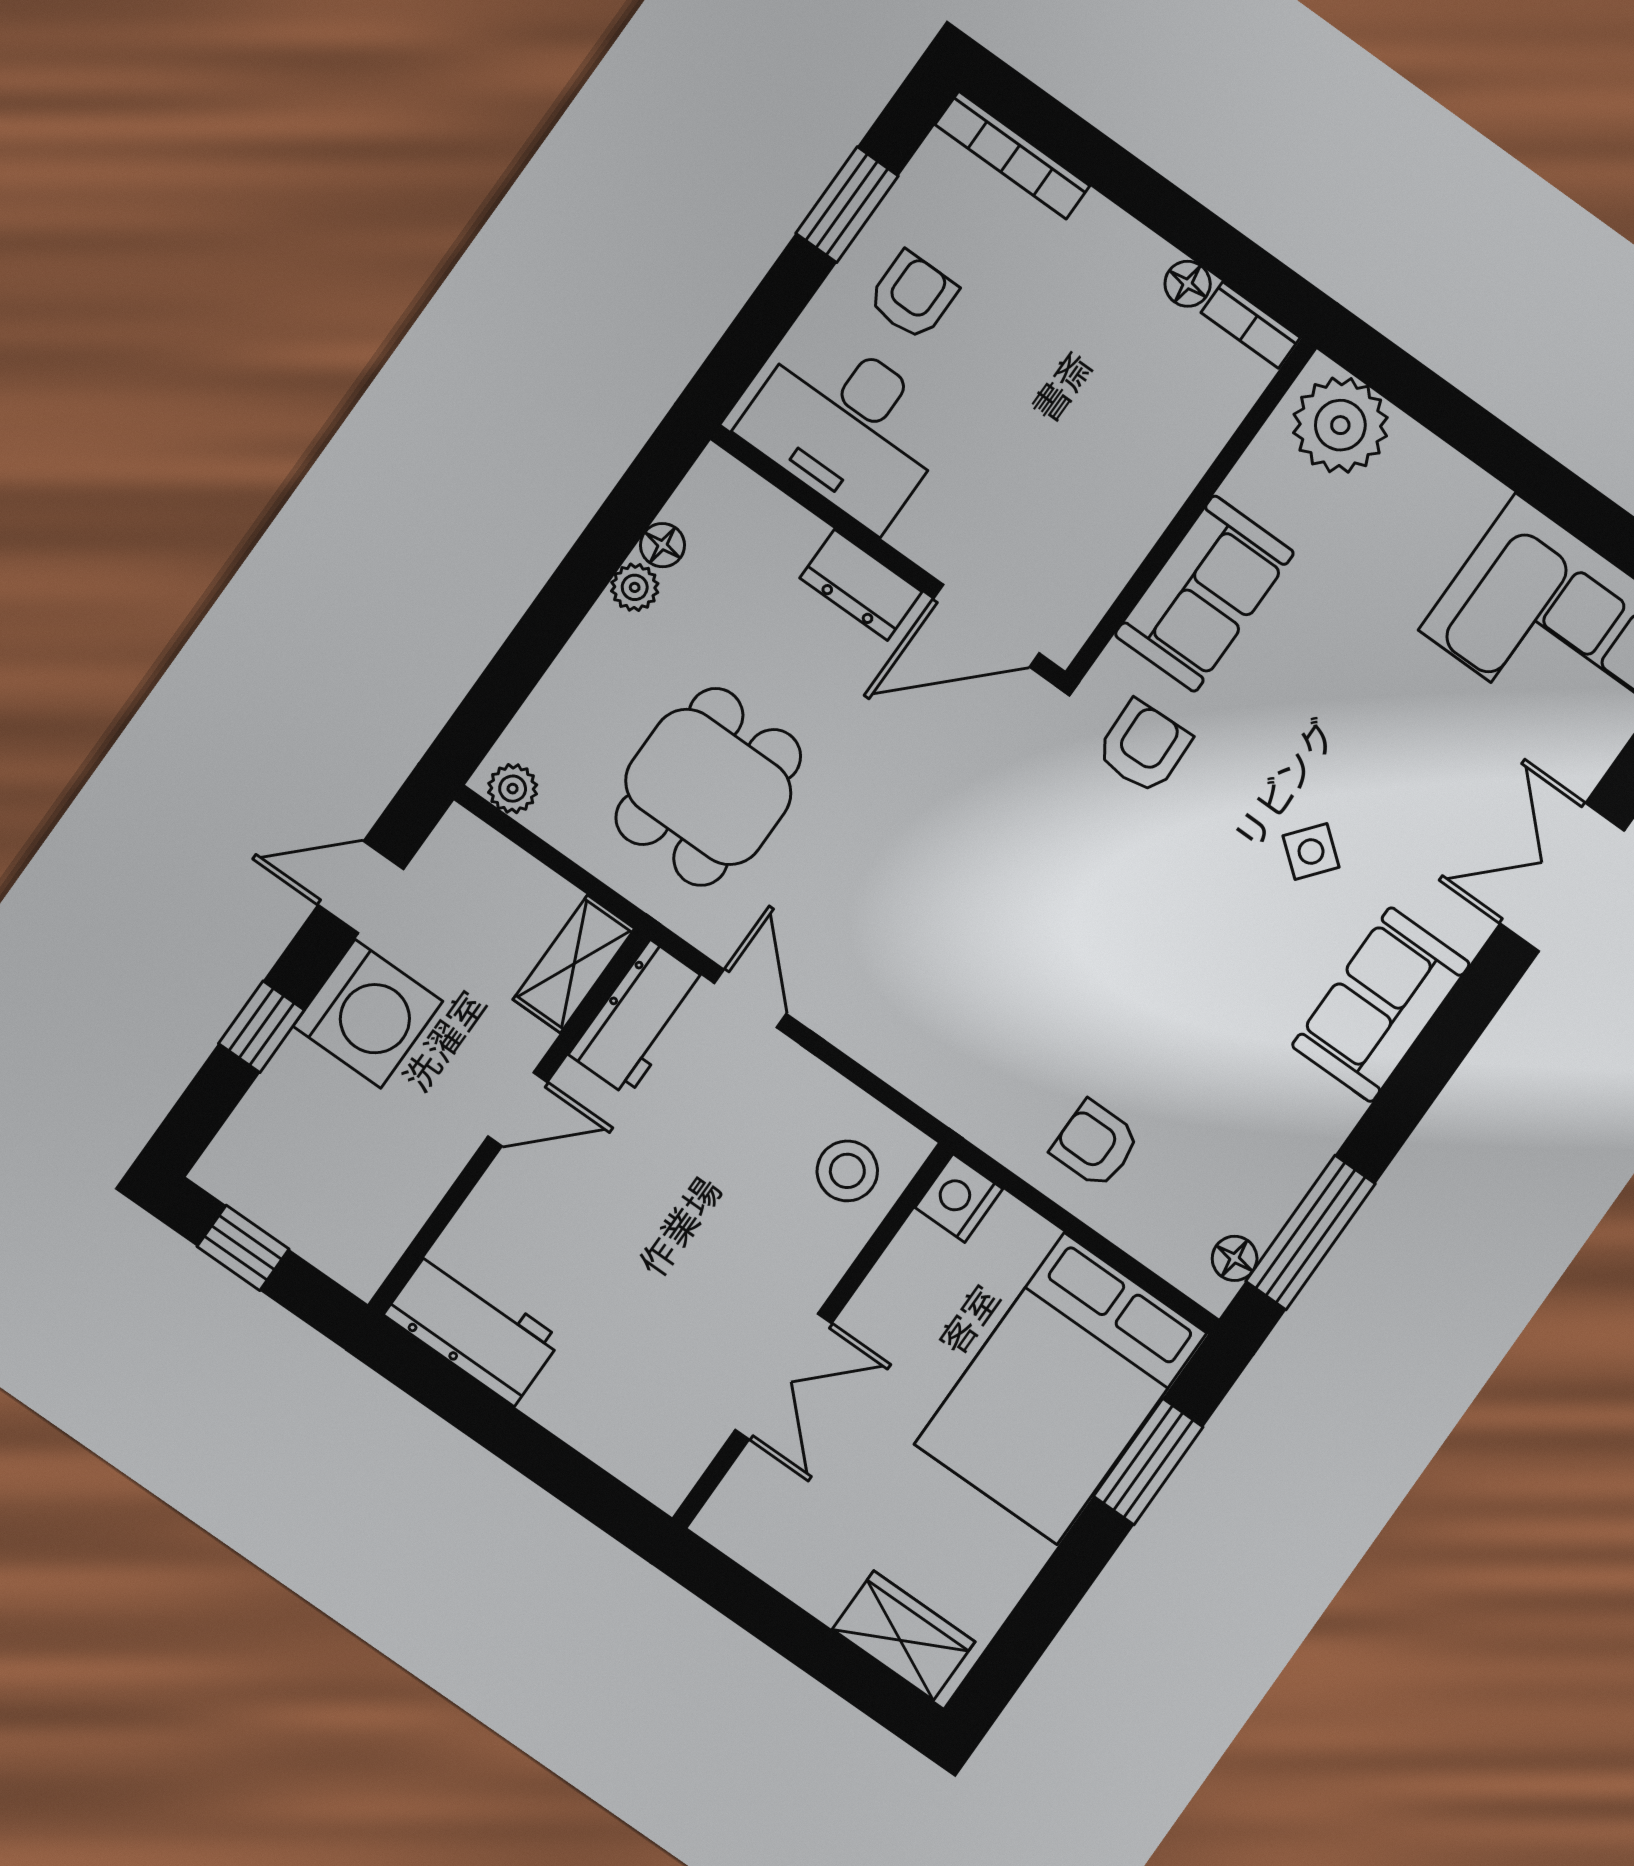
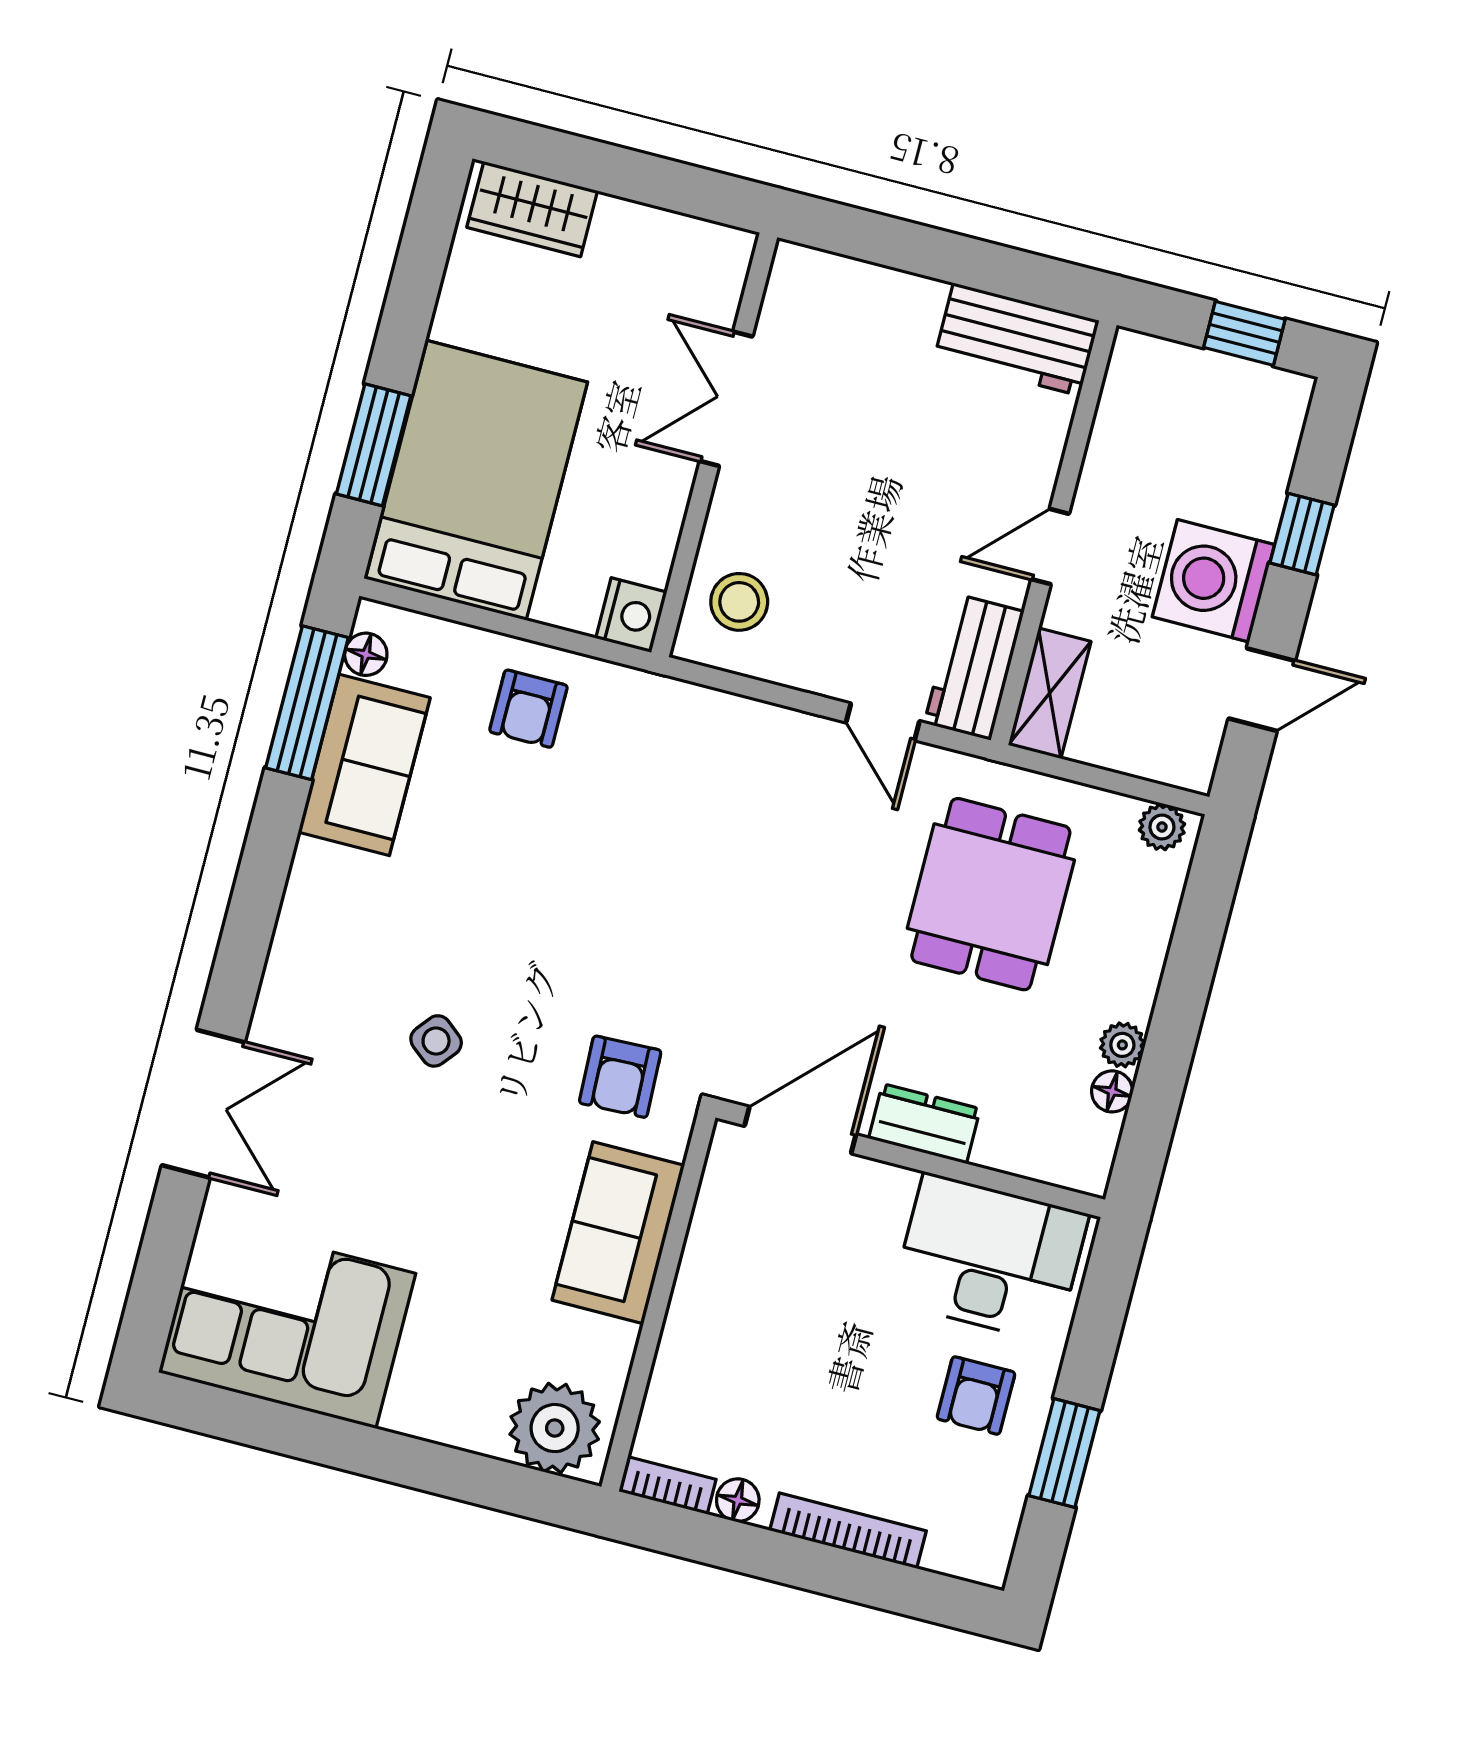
bookcase: (1013, 155) -> (848, 1531), moved
sofa: (1381, 1005) -> (364, 765), moved
armchair: (1095, 1144) -> (528, 709), turned 90

